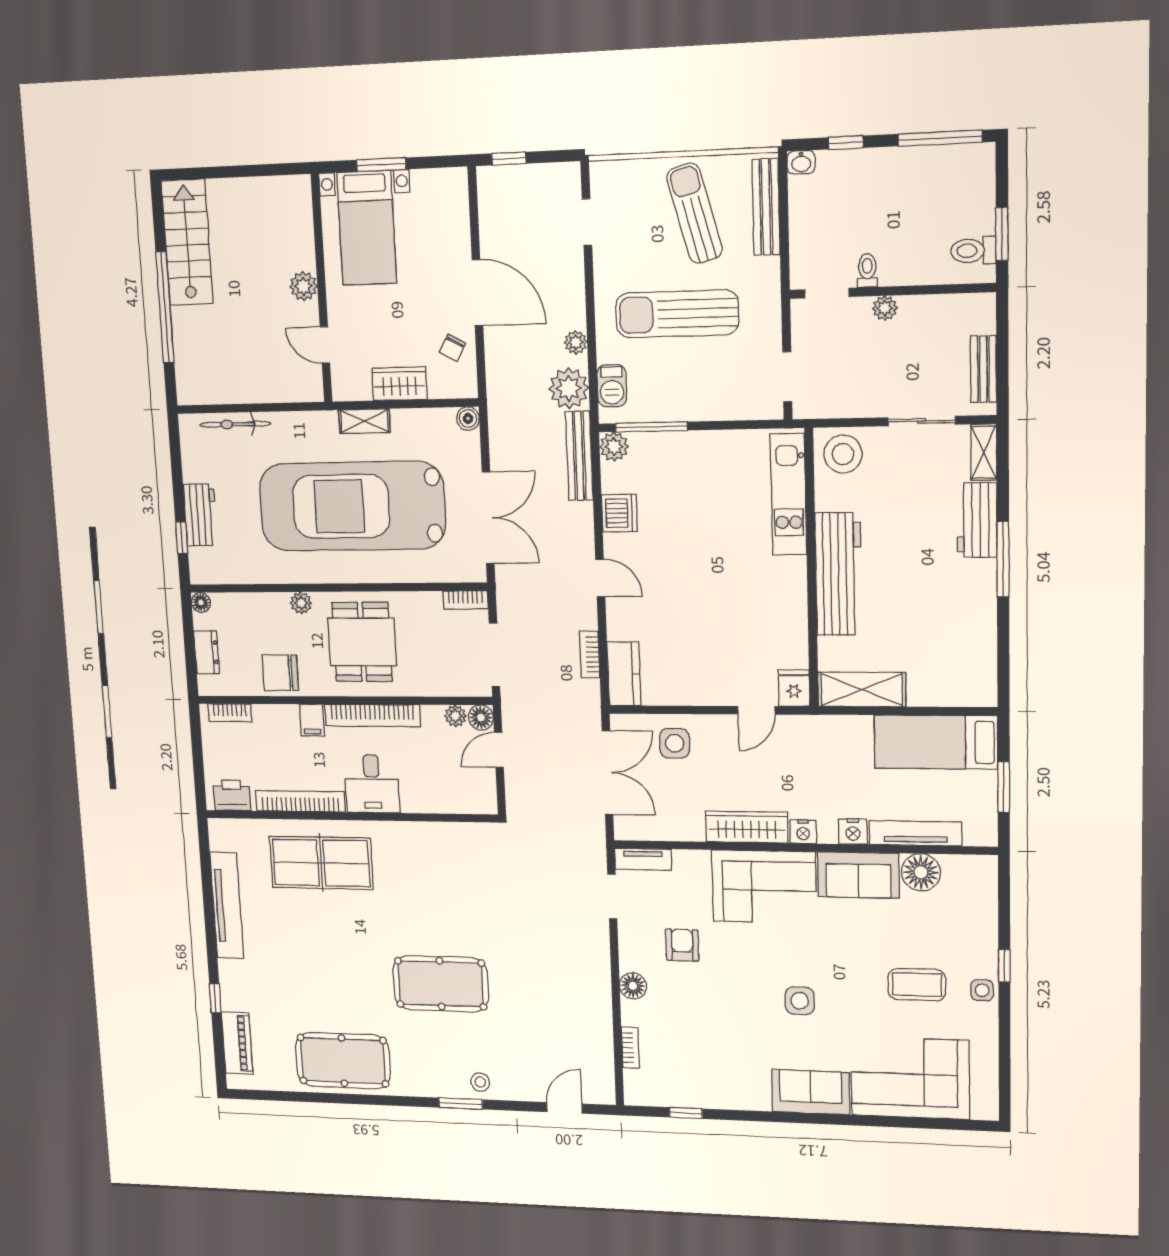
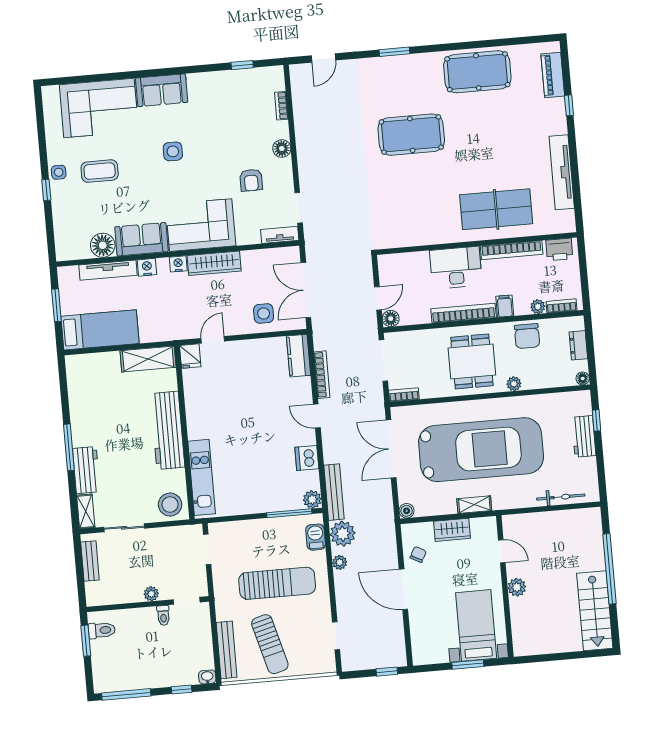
bookcase: (590, 654) -> (322, 375), width x1.56
chair: (280, 673) -> (527, 336), turned 90
plant: (455, 716) -> (538, 307), moved
desk: (372, 784) -> (456, 268), width x1.37
stool: (480, 1082) -> (382, 69), removed

